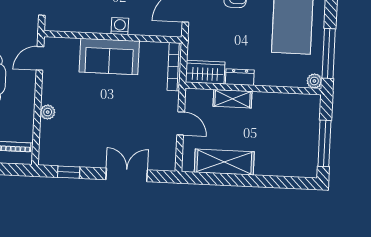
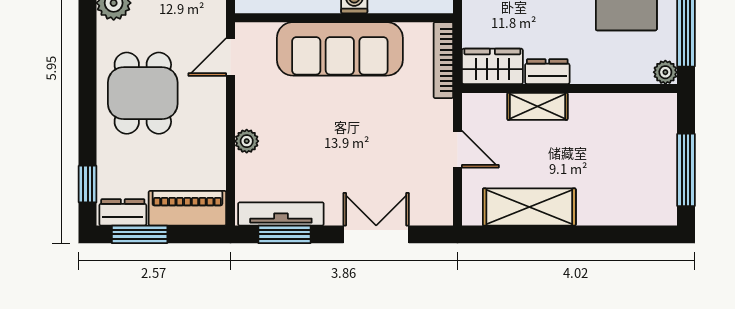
sofa: (109, 57) -> (340, 49), width x1.36
tv unit: (67, 159) -> (281, 214), added
window: (69, 172) -> (284, 234), width x1.50

